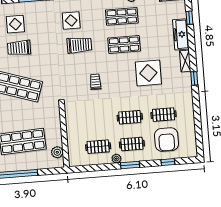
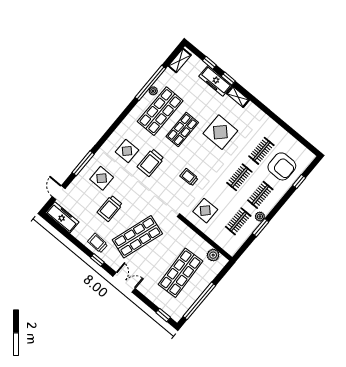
shop shelf: (122, 16) -> (160, 111), width x1.43, depth x1.36
display table: (15, 24) -> (102, 178), moved
trolley: (79, 45) -> (151, 163), turned 180
window: (194, 78) -> (228, 79), moved
display table: (83, 116) -> (205, 211), added
window: (130, 165) -> (261, 228), moved

